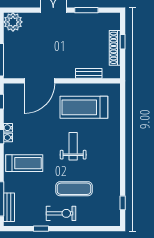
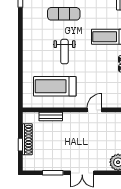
door: (40, 81) -> (94, 110), width x0.53
treadmill: (84, 107) -> (55, 86), turned 180

